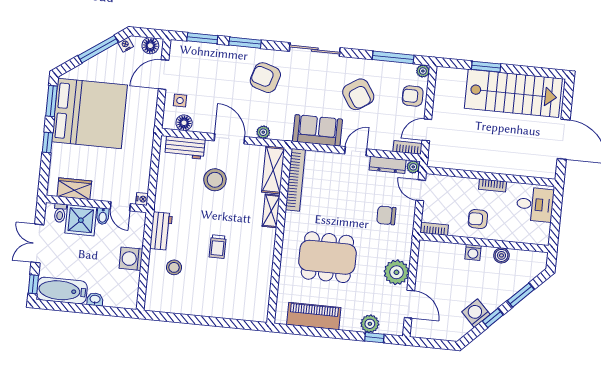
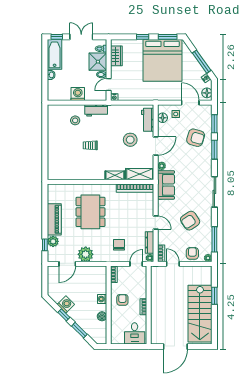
armchair: (265, 78) -> (196, 138), moved, turned 89
sofa: (317, 130) -> (166, 185), moved
piano: (314, 316) -> (54, 219), moved

